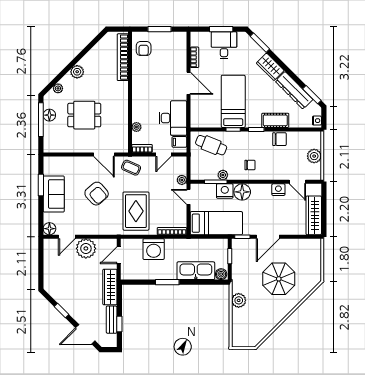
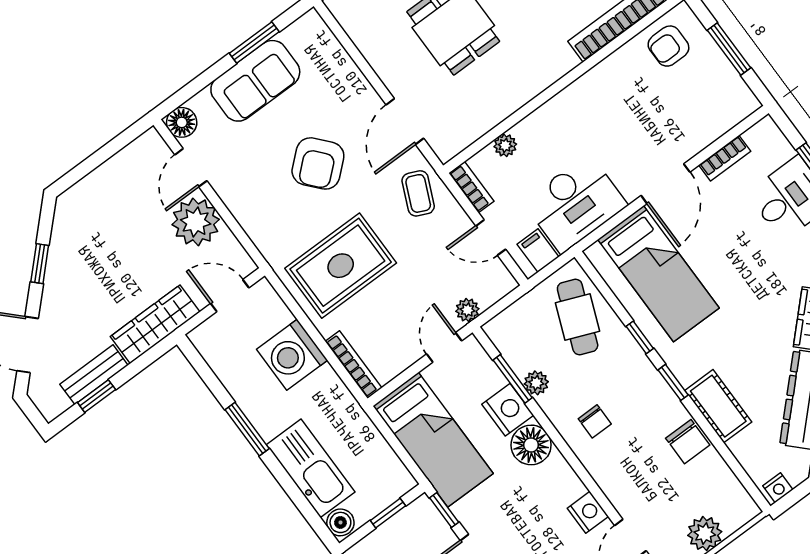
bed: (233, 101) -> (658, 274), moved, turned 90
door: (67, 237) -> (191, 168), hinge flipped

